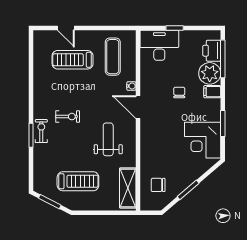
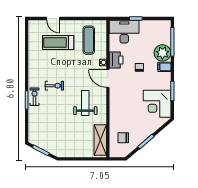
printer: (212, 51) -> (116, 60), moved, turned 180
treadmill: (78, 181) -> (62, 135), removed

